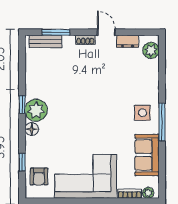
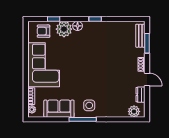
door: (106, 32) -> (147, 79), hinge flipped
plant: (36, 110) -> (64, 29), moved

